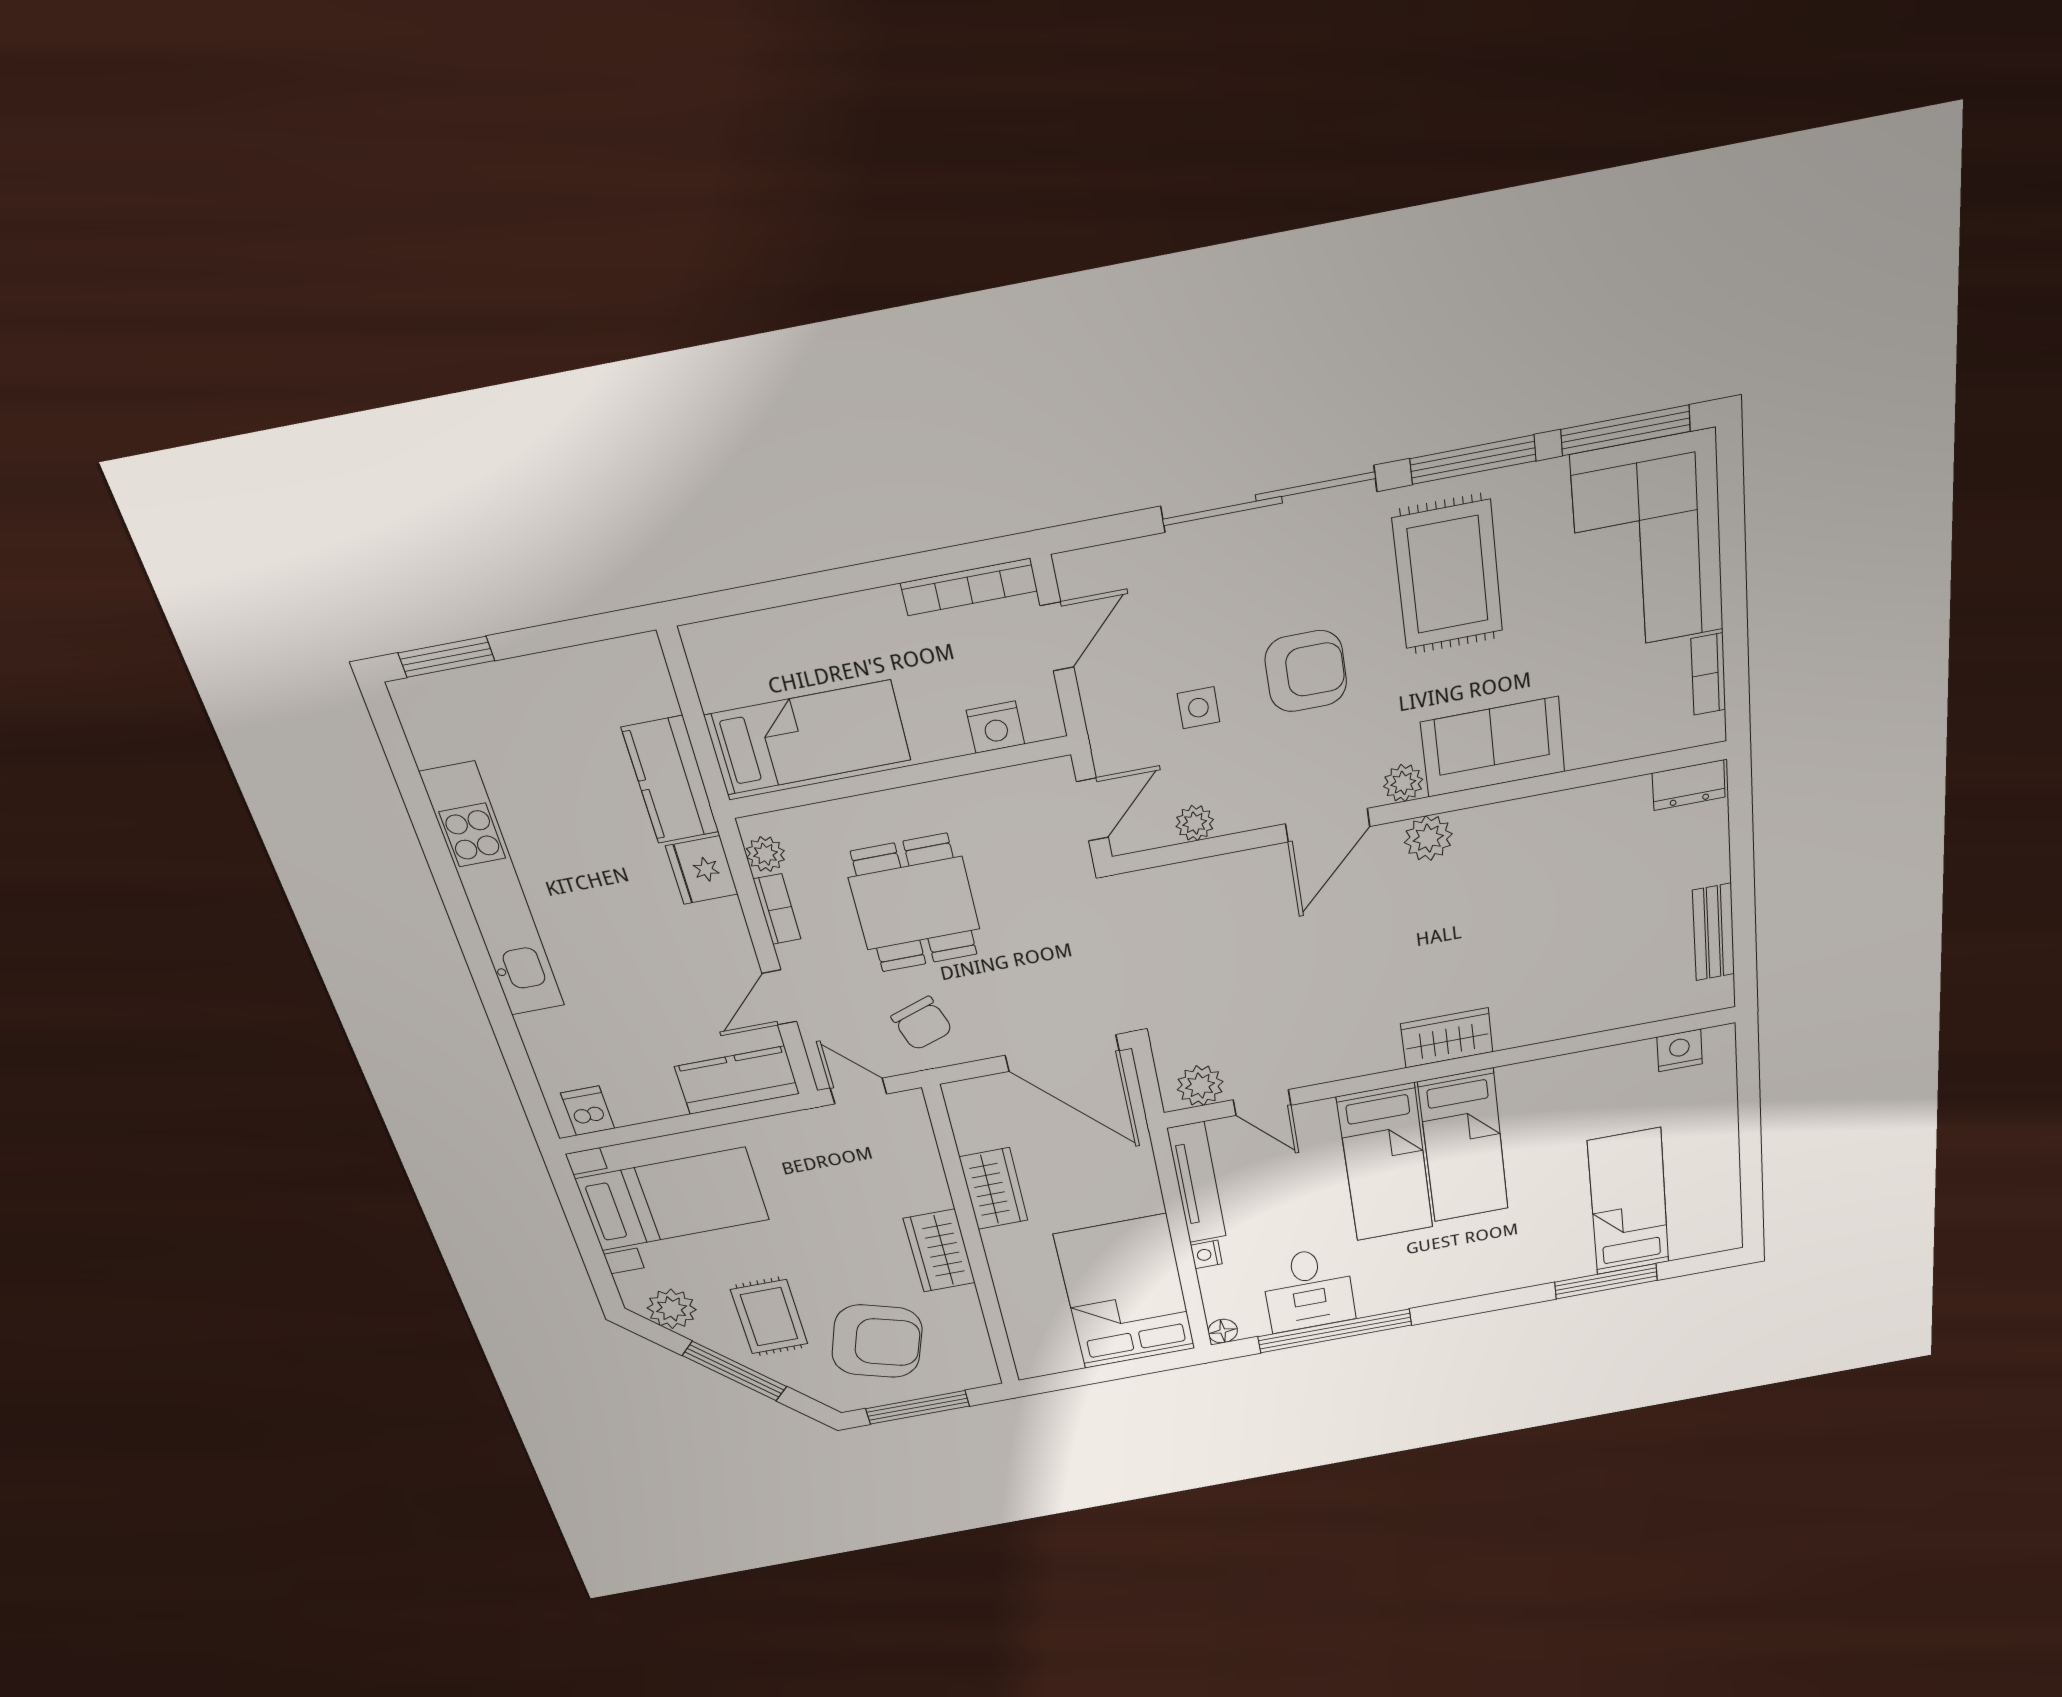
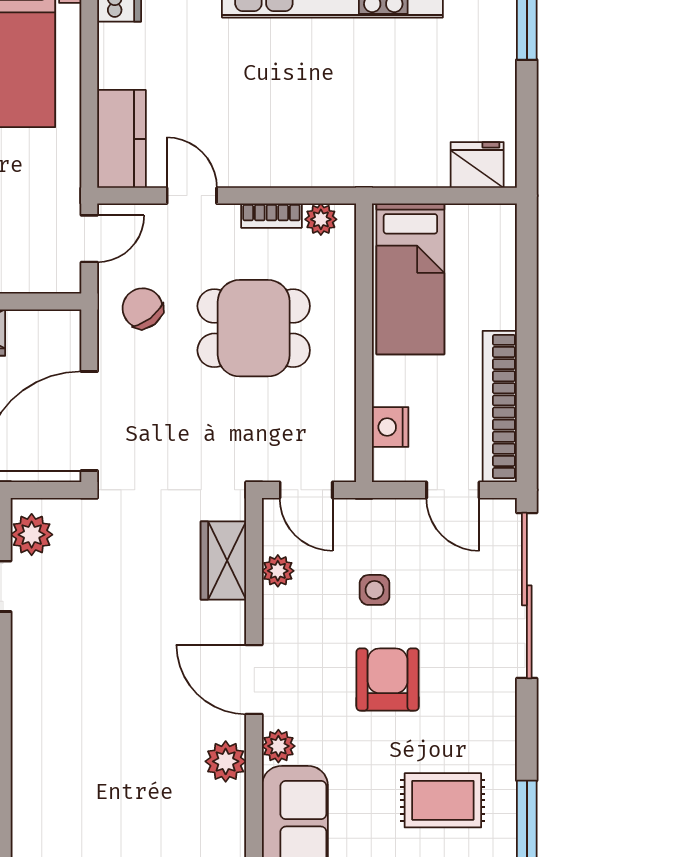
sliding door: (1269, 499) -> (527, 595), moved
rug: (1448, 575) -> (443, 800), width x0.73, depth x0.70
bookcase: (969, 587) -> (500, 406), width x1.48, depth x1.31
armchair: (1306, 671) -> (388, 679), turned 180
kitchen counter: (670, 780) -> (397, 163), removed
fridge: (702, 870) -> (477, 165), moved
chair: (922, 1023) -> (143, 308), turned 71
wardrobe: (1447, 1038) -> (223, 560), moved, turned 180

